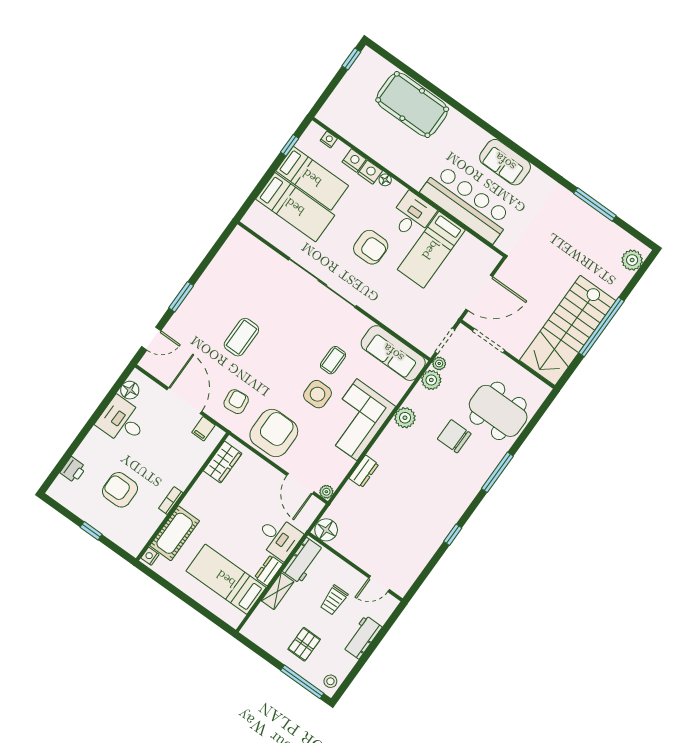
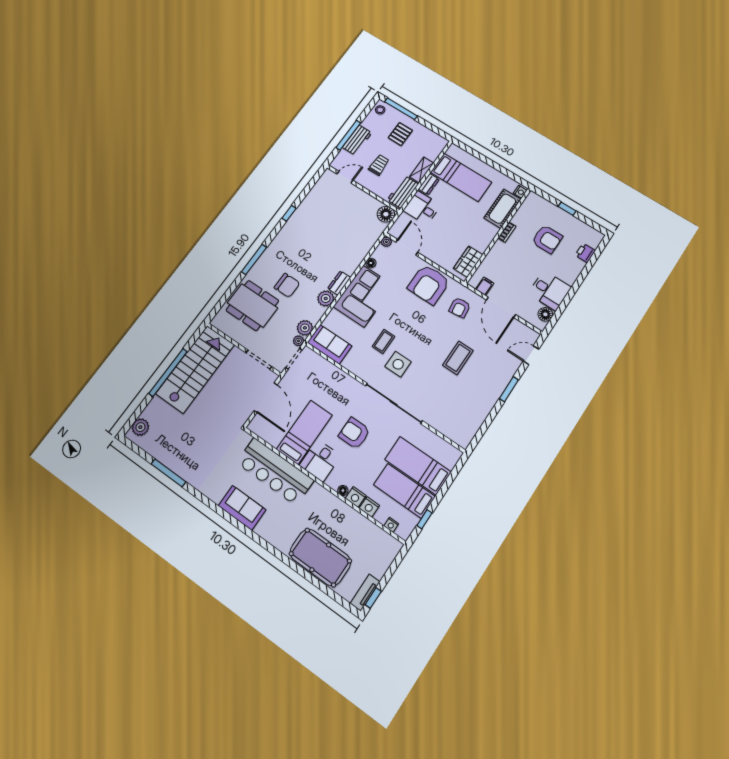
tv unit: (361, 65) -> (365, 592), added
door: (479, 293) -> (266, 398), swing flipped
sofa: (393, 353) -> (330, 344), width x0.73
side table: (318, 394) -> (398, 364), moved
floor lamp: (347, 463) -> (371, 263), added
dresser: (364, 471) -> (339, 283), moved
window: (374, 645) -> (348, 135), added

